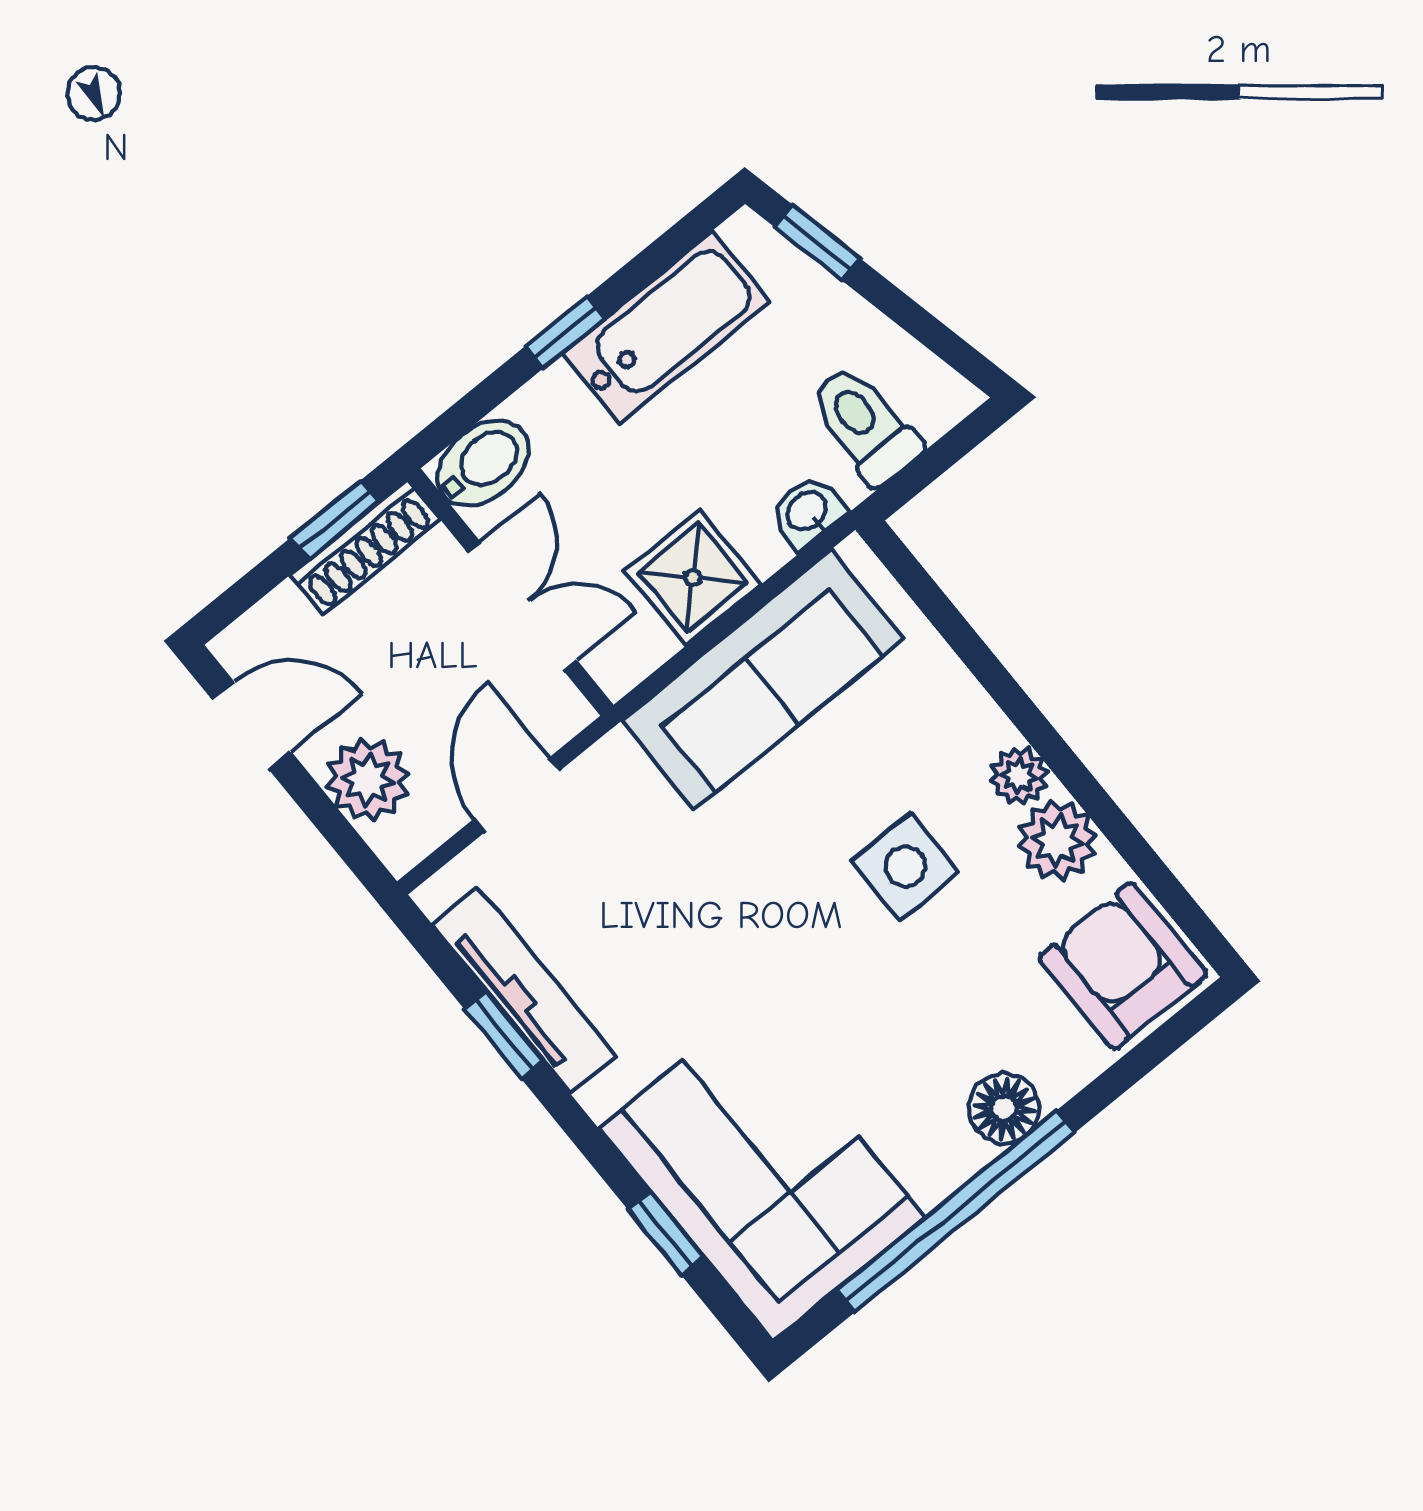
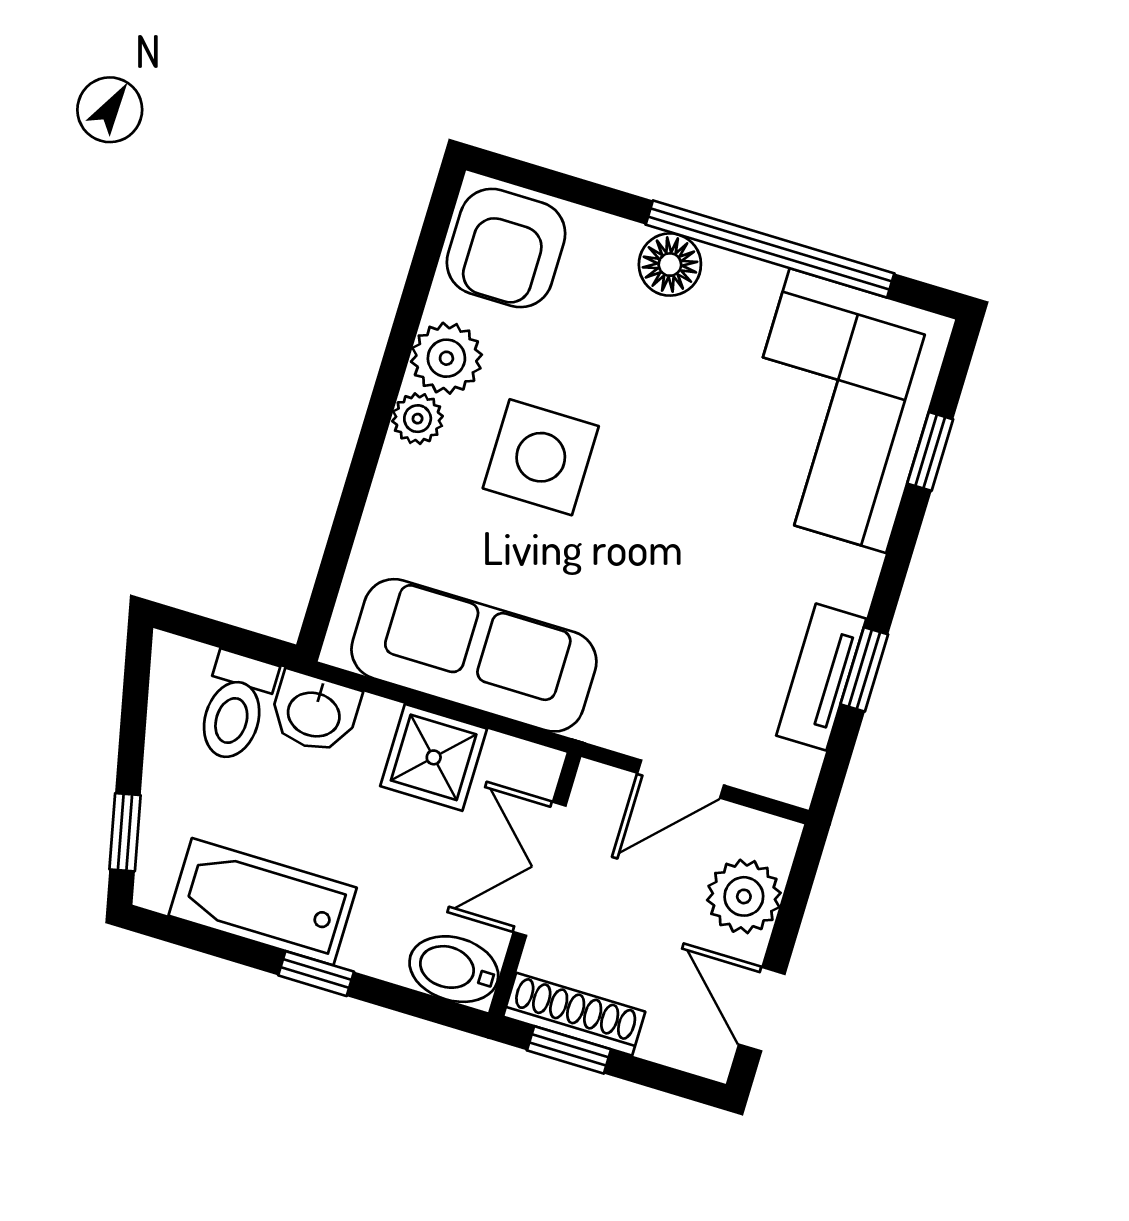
washbasin: (807, 512) -> (314, 713), width x1.38, depth x1.45
side table: (905, 867) -> (541, 457), width x1.37, depth x1.37
tv unit: (524, 990) -> (821, 677), width x0.71

